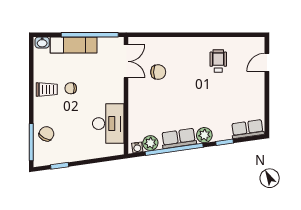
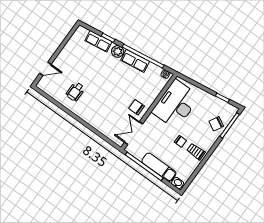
chair: (158, 72) -> (137, 107), moved
desk: (108, 124) -> (176, 104), width x1.36, depth x1.30
row of seats: (248, 129) -> (98, 41), moved
plant: (150, 143) -> (155, 71), removed

